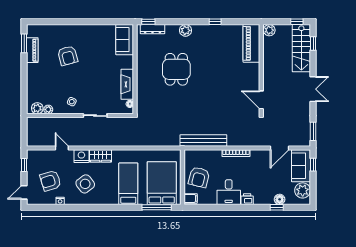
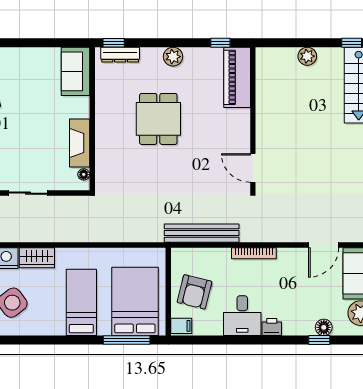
piano: (251, 43) -> (237, 77), moved
wall: (261, 69) -> (253, 119), moved
door: (261, 100) -> (253, 168), moved

